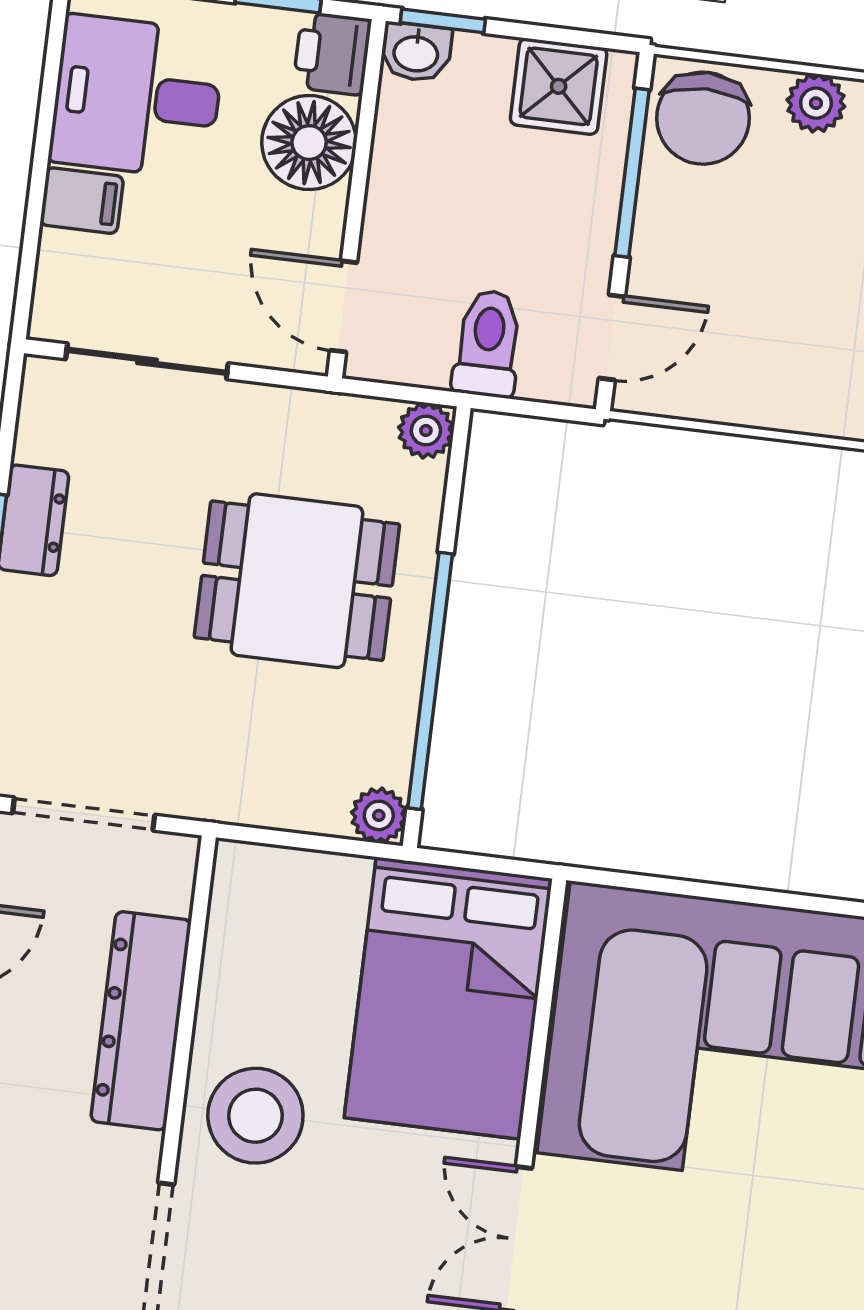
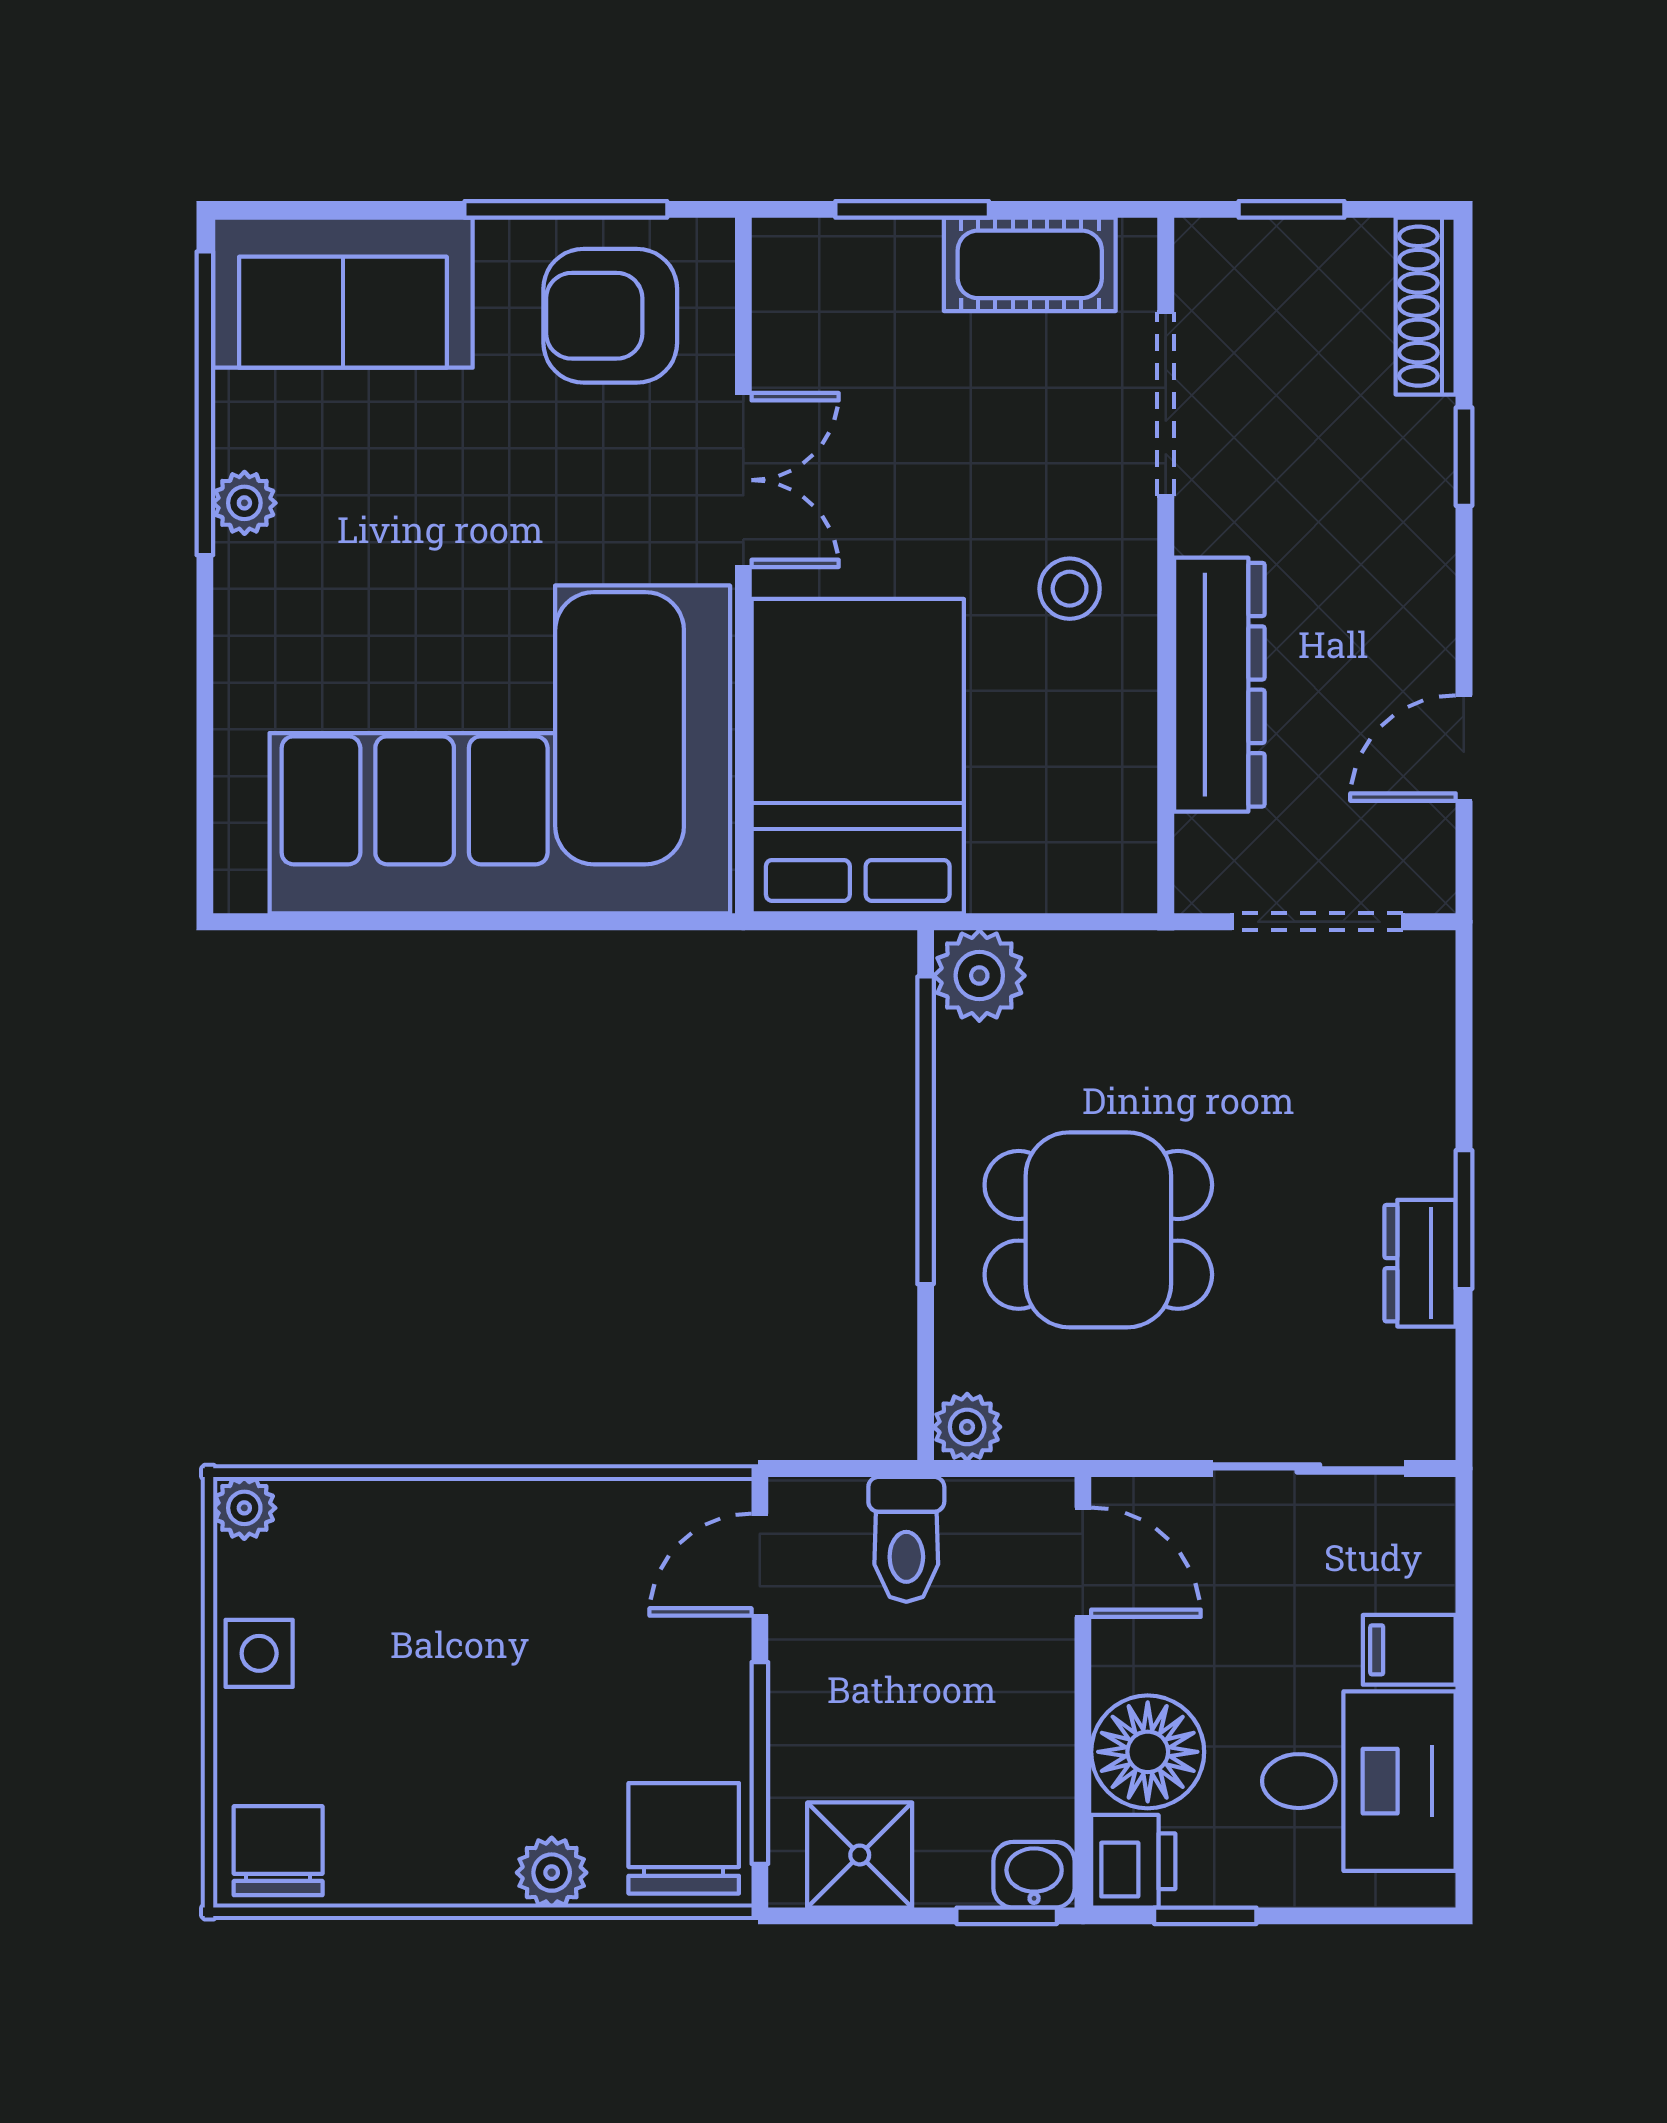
plant: (379, 815) -> (979, 976), width x1.38, depth x1.38
stool: (255, 1116) -> (1070, 589), width x0.53, depth x0.53

